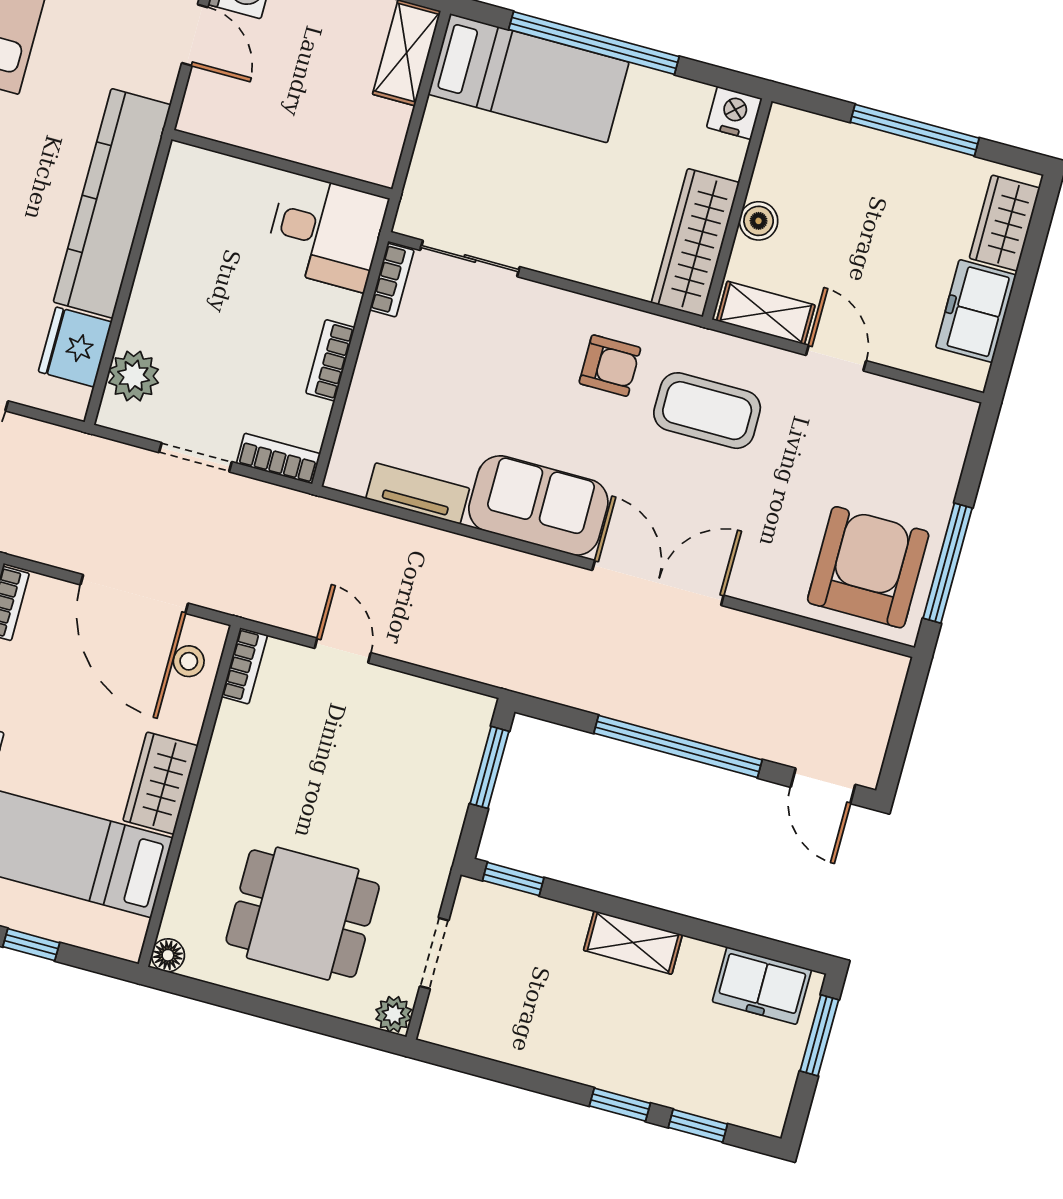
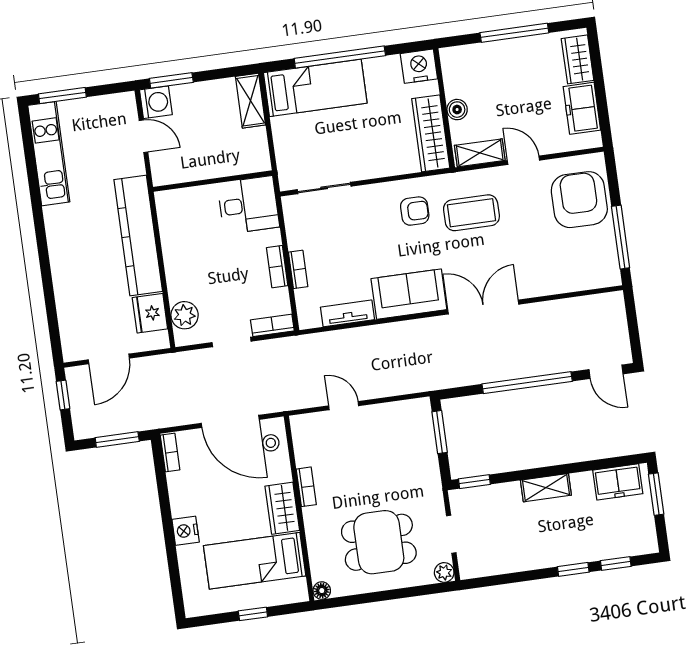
nightstand: (734, 113) -> (419, 66), width x1.36, depth x1.33
bookcase: (392, 280) -> (298, 269), moved
armchair: (868, 567) -> (579, 200), moved
bookcase: (244, 666) -> (306, 487), moved

